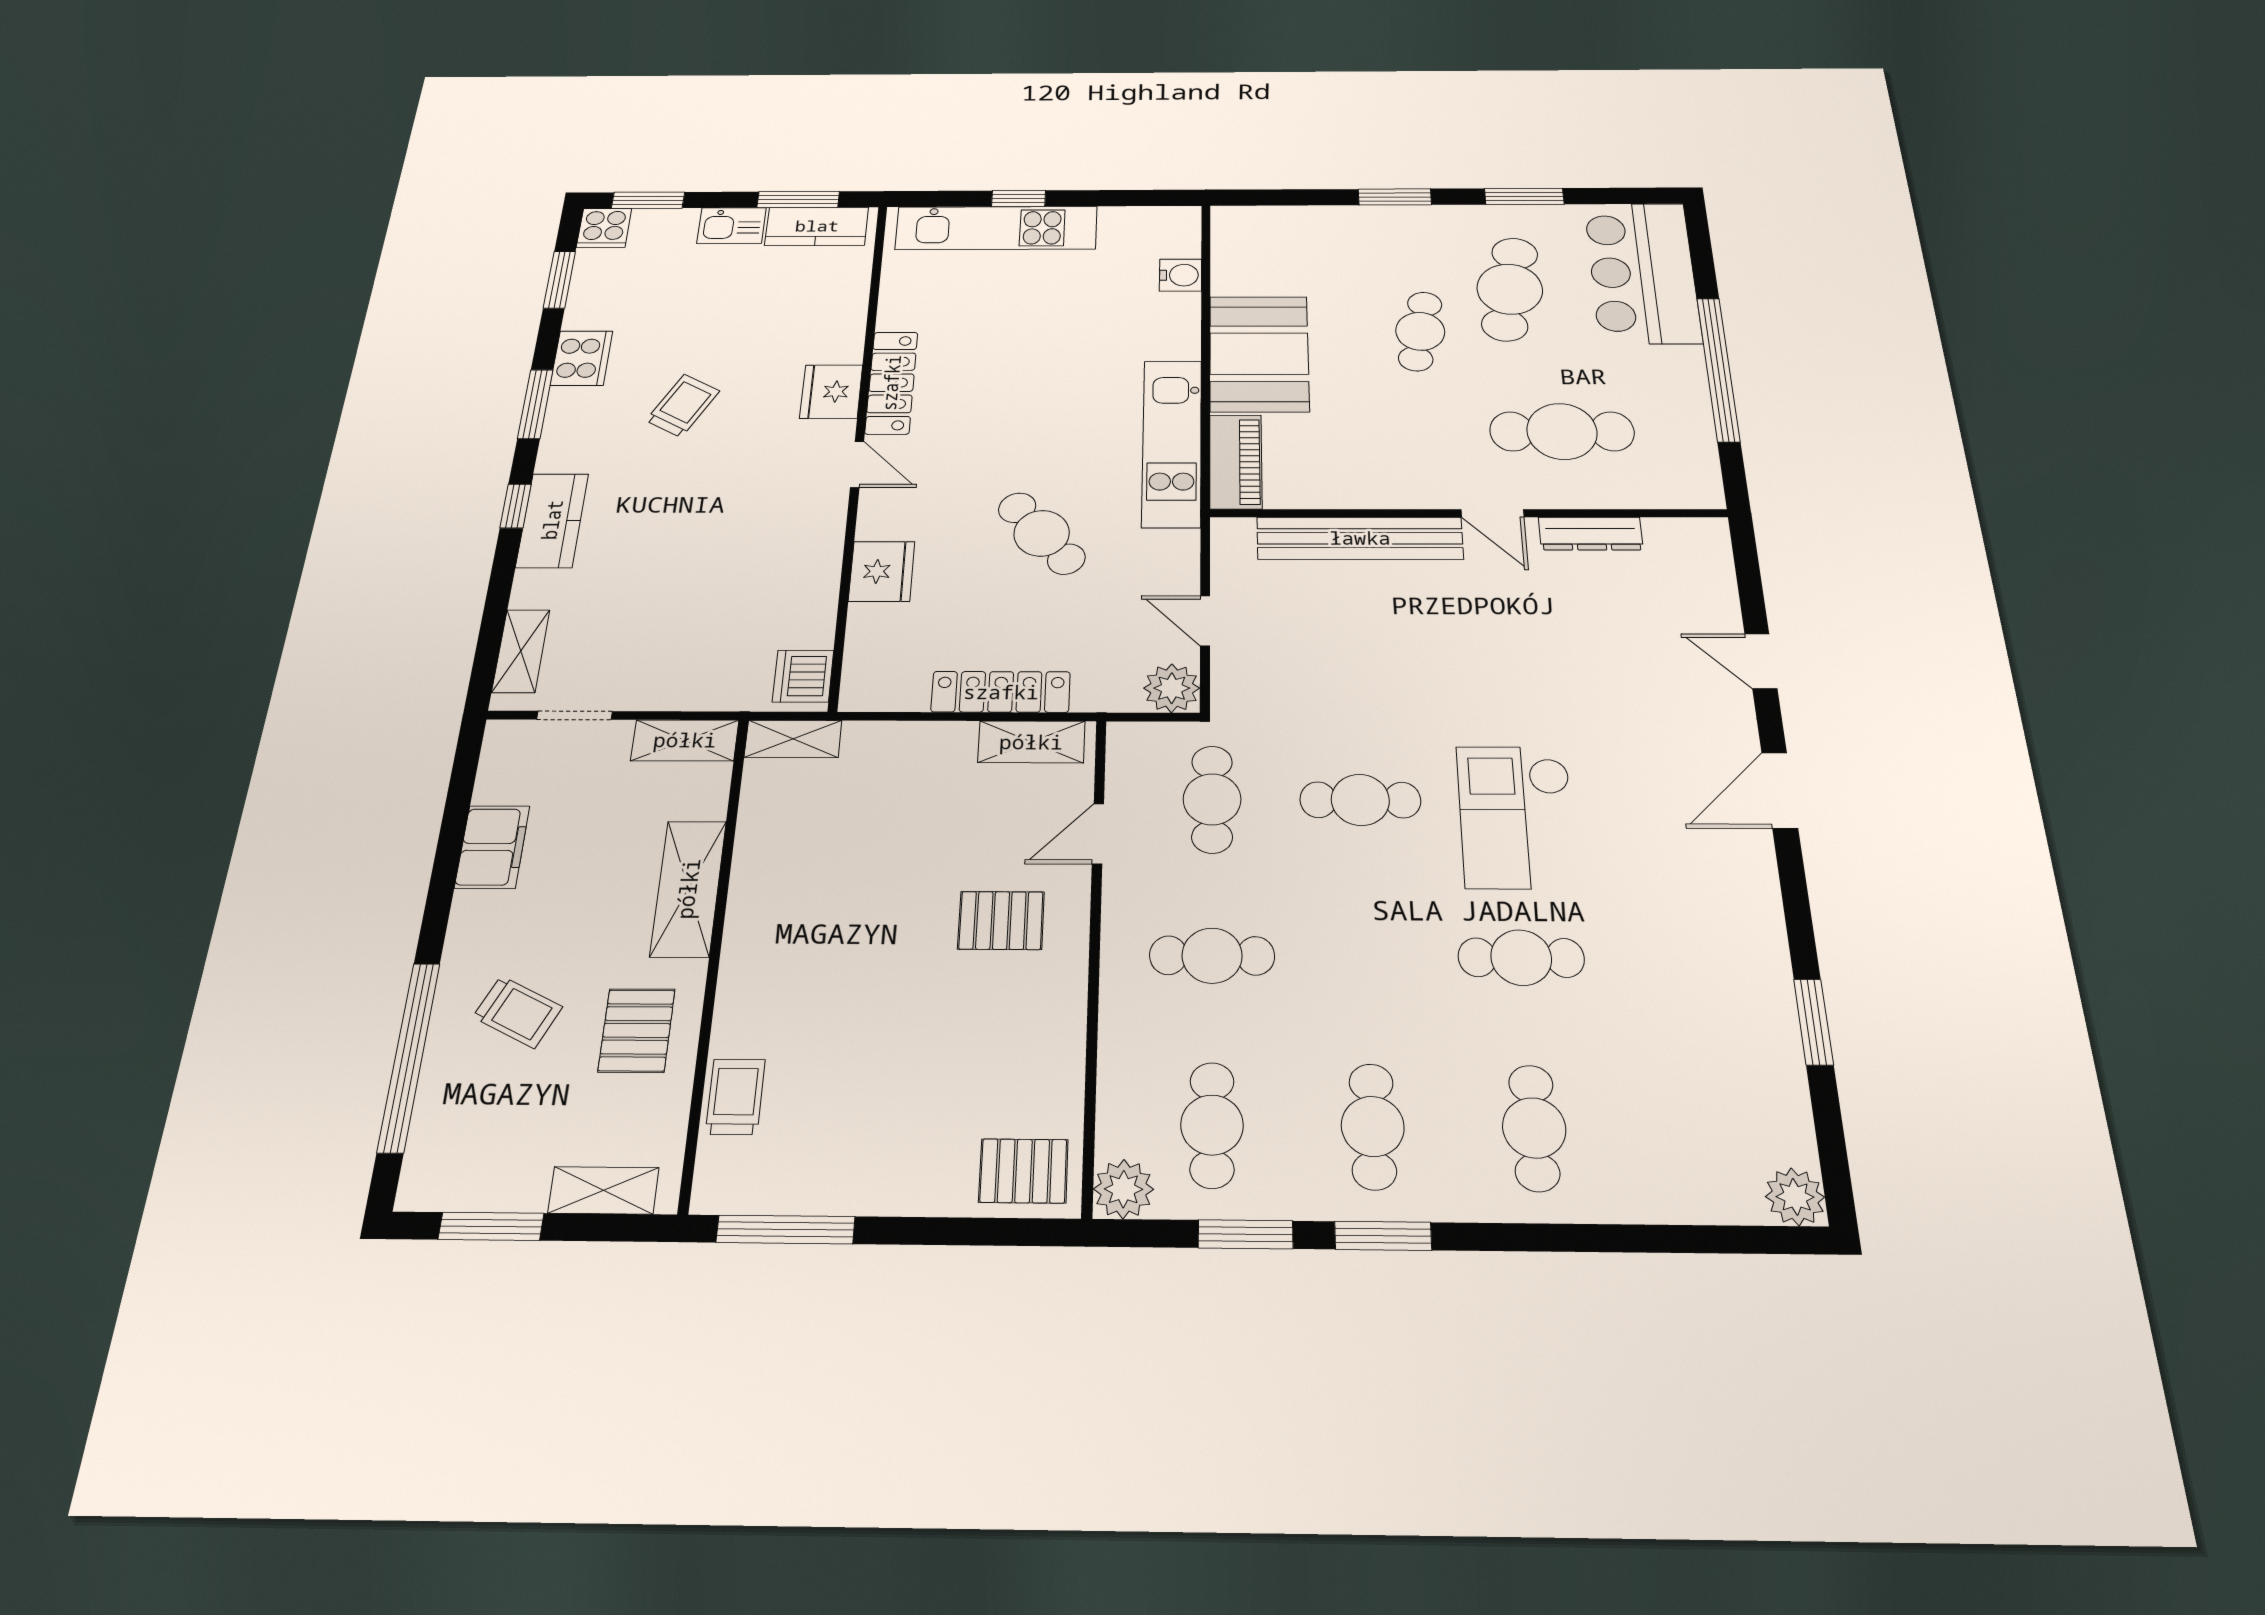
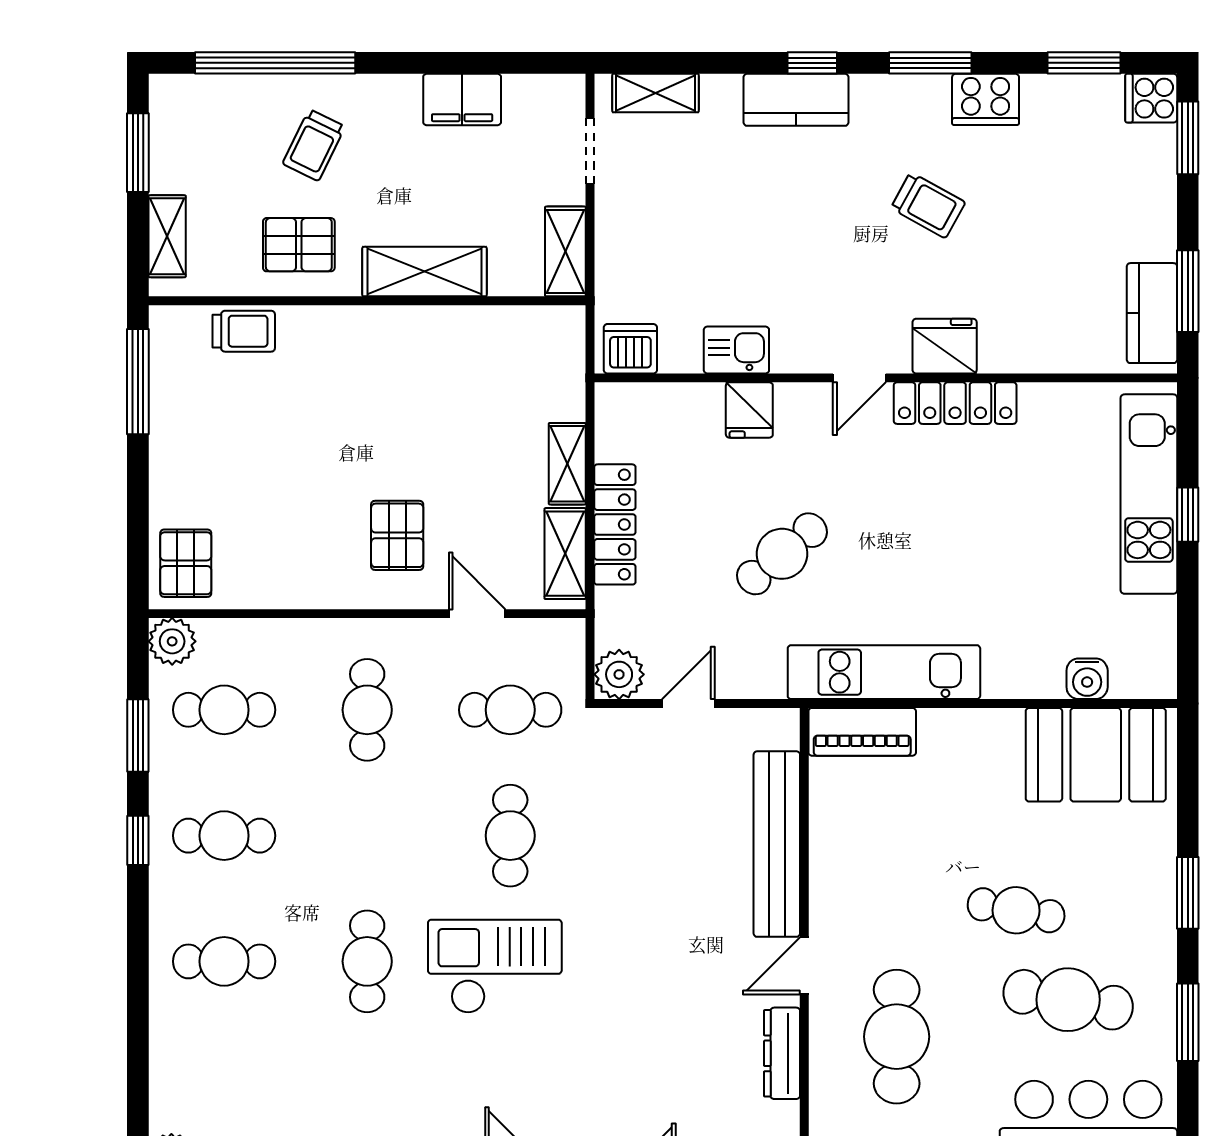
kitchen sink: (732, 226) -> (736, 350), moved, turned 90
booth: (1259, 354) -> (1096, 755), moved
fridge: (882, 571) -> (749, 410), width x0.72
shelving: (793, 739) -> (567, 464), moved
window: (1383, 1236) -> (138, 840), width x0.67

